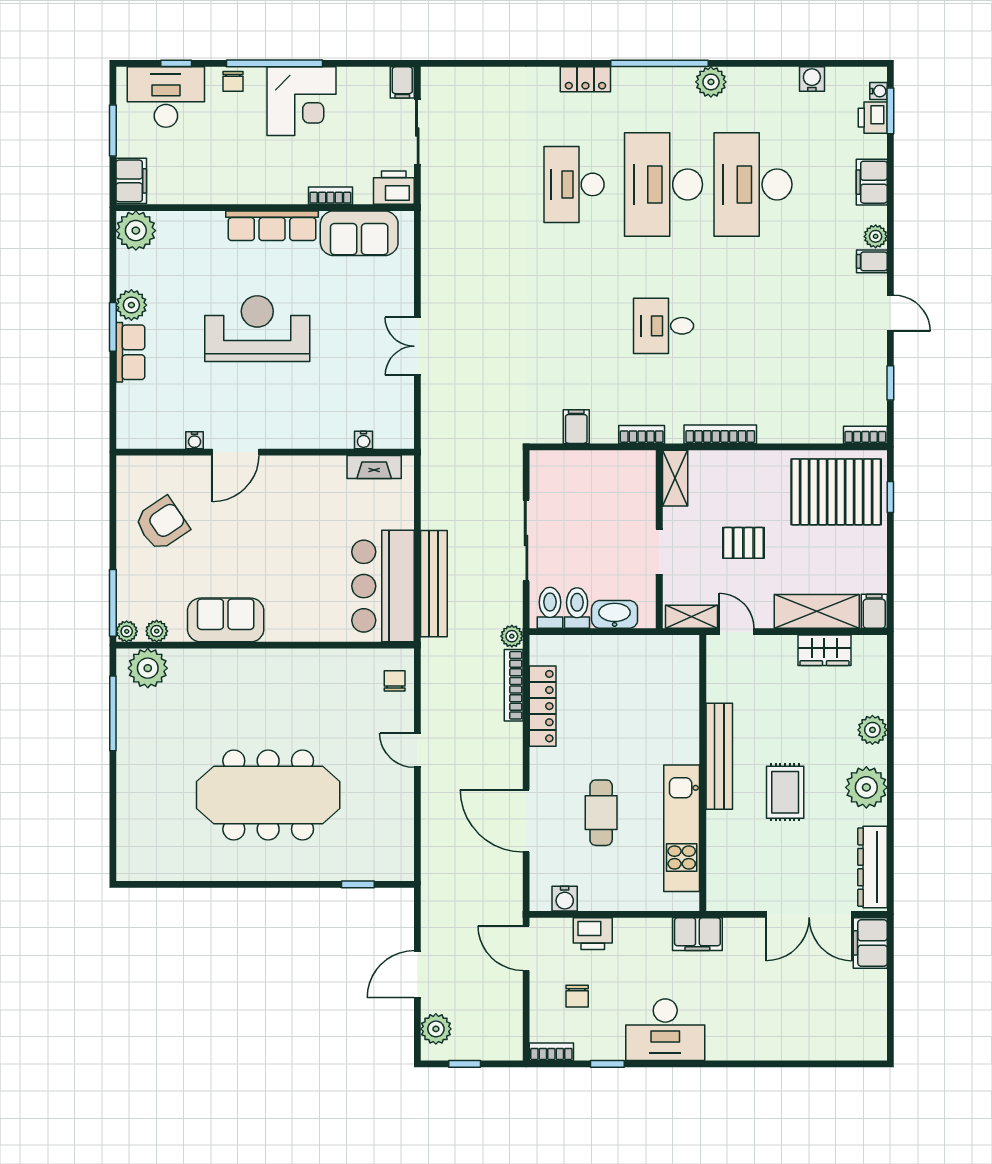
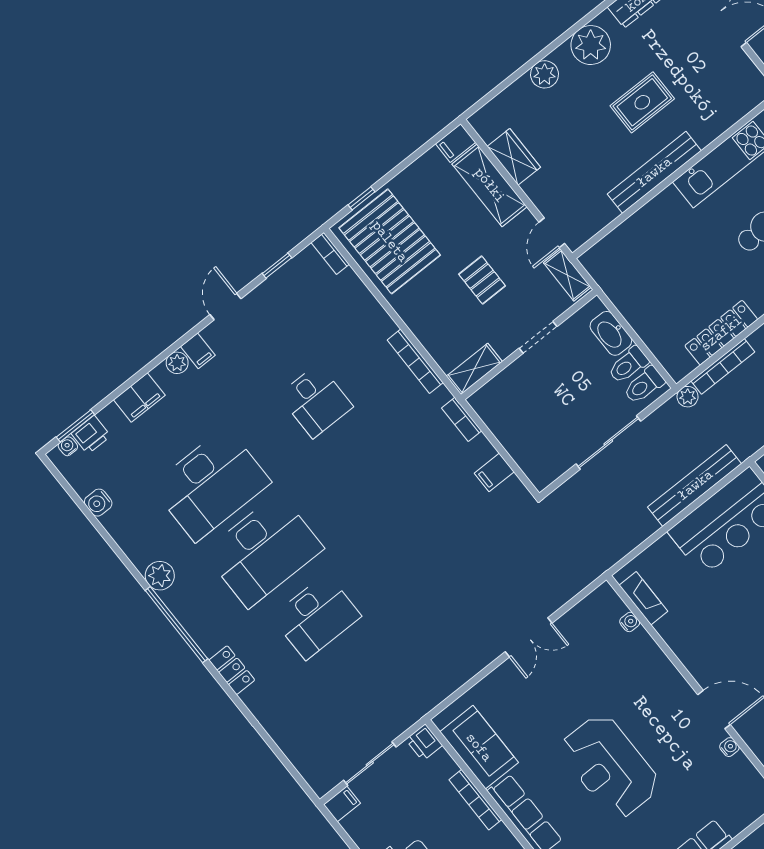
printer: (394, 188) -> (424, 742), width x0.73, depth x0.81
bookcase: (330, 196) -> (475, 800), width x1.56
desk: (663, 326) -> (316, 401), moved

